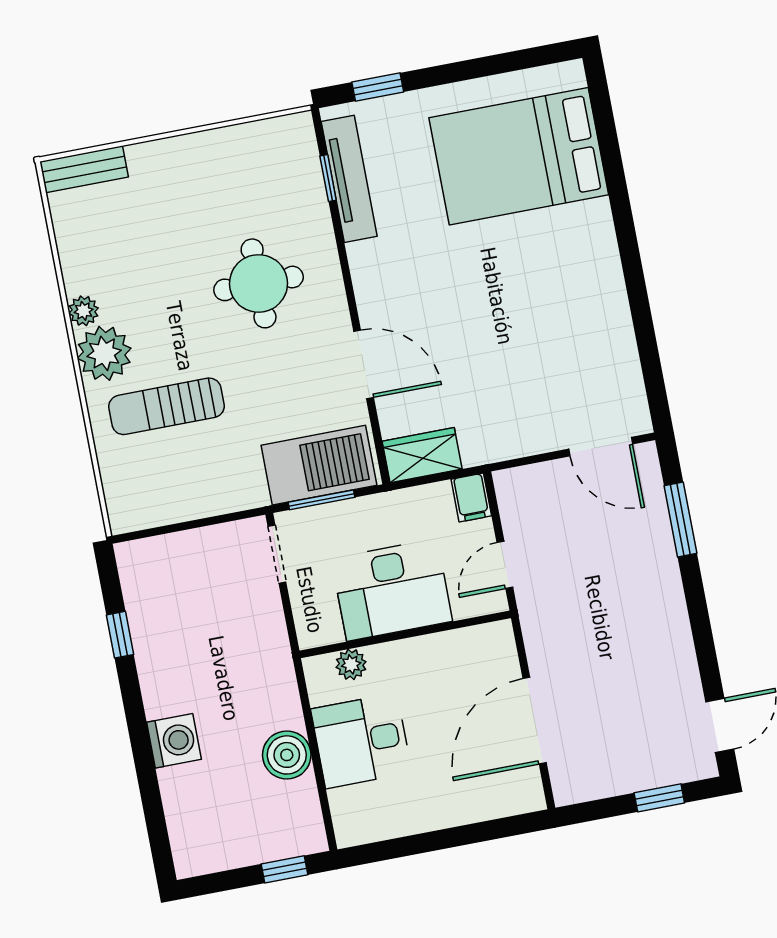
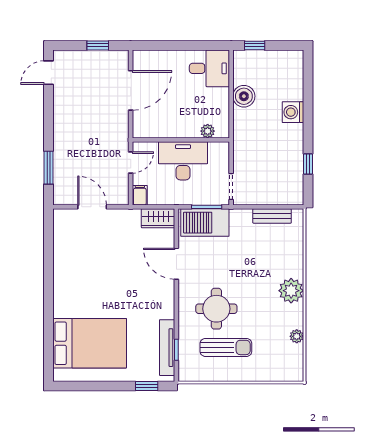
bench: (84, 169) -> (272, 216), moved
plant: (84, 311) -> (297, 336), moved
sun lounger: (166, 406) -> (226, 347), moved
door: (601, 447) -> (92, 207), moved
desk: (361, 741) -> (209, 68), moved
window: (659, 798) -> (98, 45), moved

